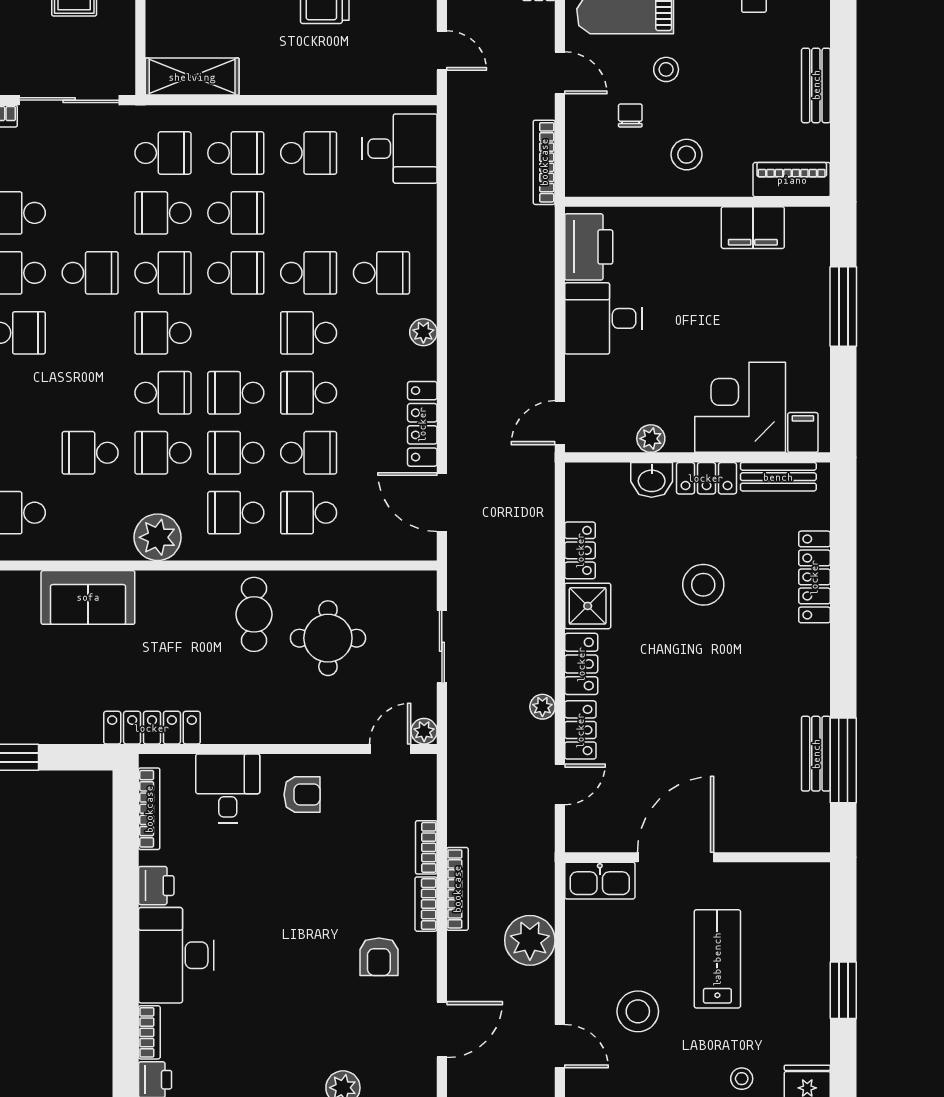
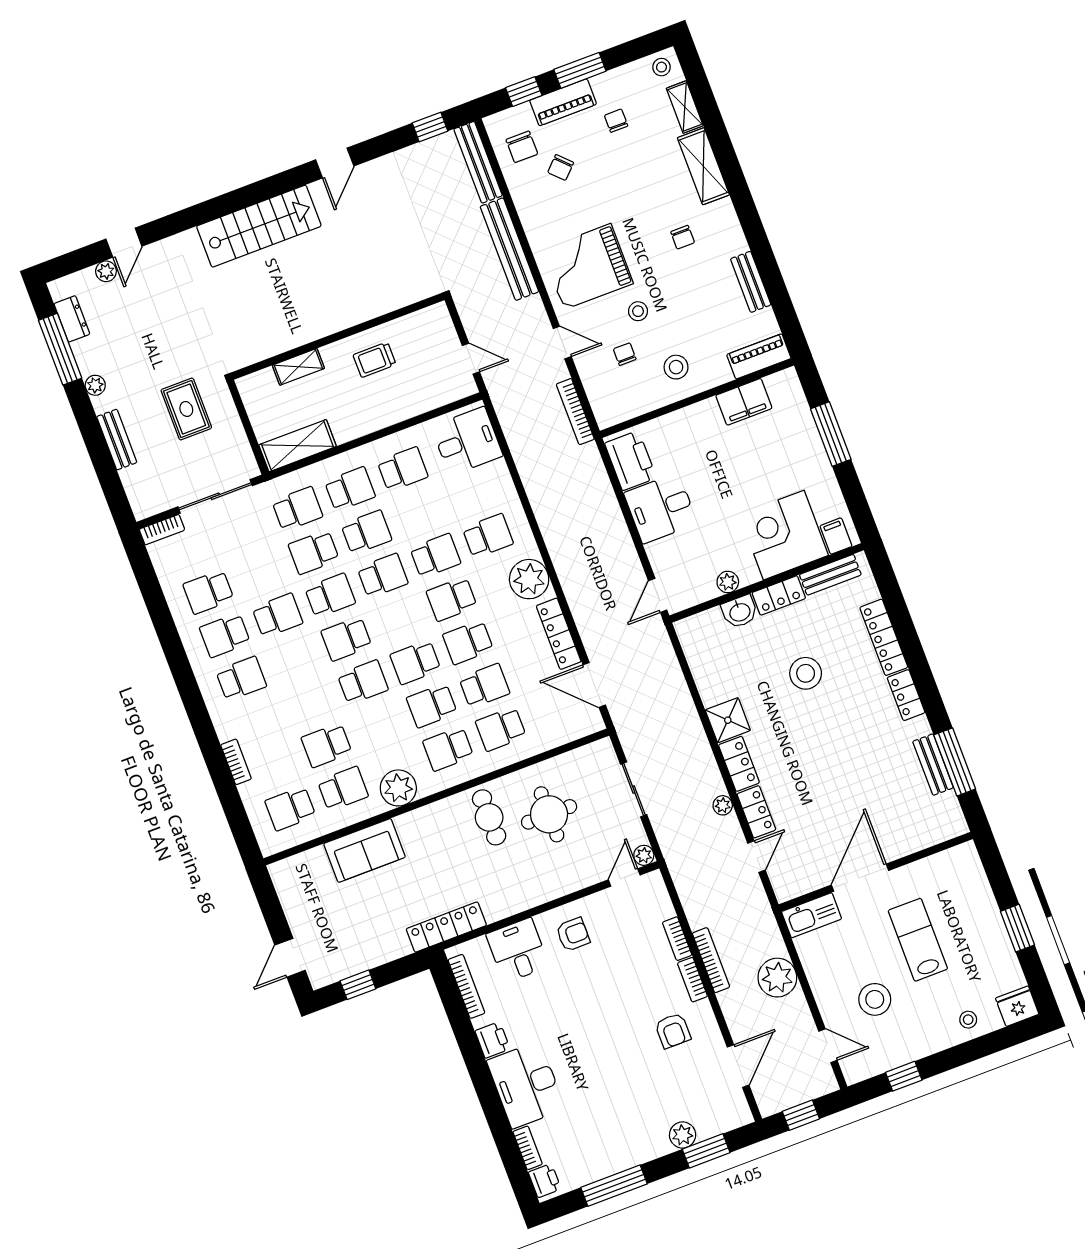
plant: (423, 332) -> (529, 579), width x1.87, depth x1.87
school desk: (163, 453) -> (343, 789), moved, turned 180
locker: (580, 550) -> (906, 695), moved, turned 180

